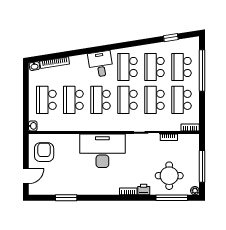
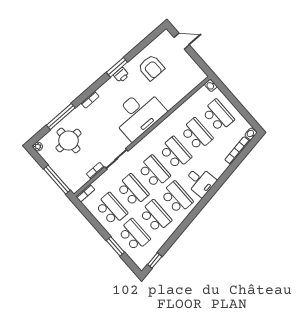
window: (171, 38) -> (155, 261), moved
window: (202, 70) -> (115, 246), width x0.47
armchair: (44, 152) -> (151, 68), moved
window: (202, 166) -> (57, 180), moved
door: (26, 176) -> (182, 41), swing flipped
printer: (144, 190) -> (121, 75), moved
window: (66, 198) -> (117, 67), moved
window: (172, 198) -> (61, 117), moved

